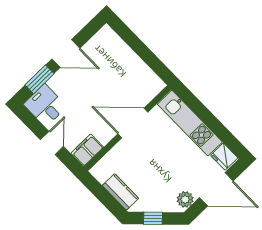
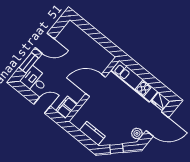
door: (52, 143) -> (42, 105), hinge flipped

